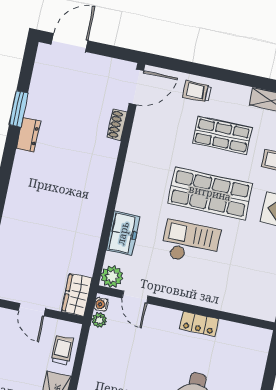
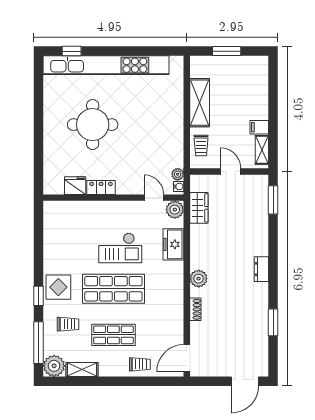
shoe rack: (117, 125) -> (195, 309), moved
dresser: (28, 135) -> (261, 269), moved
plant: (101, 184) -> (199, 279), added
wardrobe: (77, 295) -> (199, 208), moved
fridge: (231, 333) -> (75, 186), added

